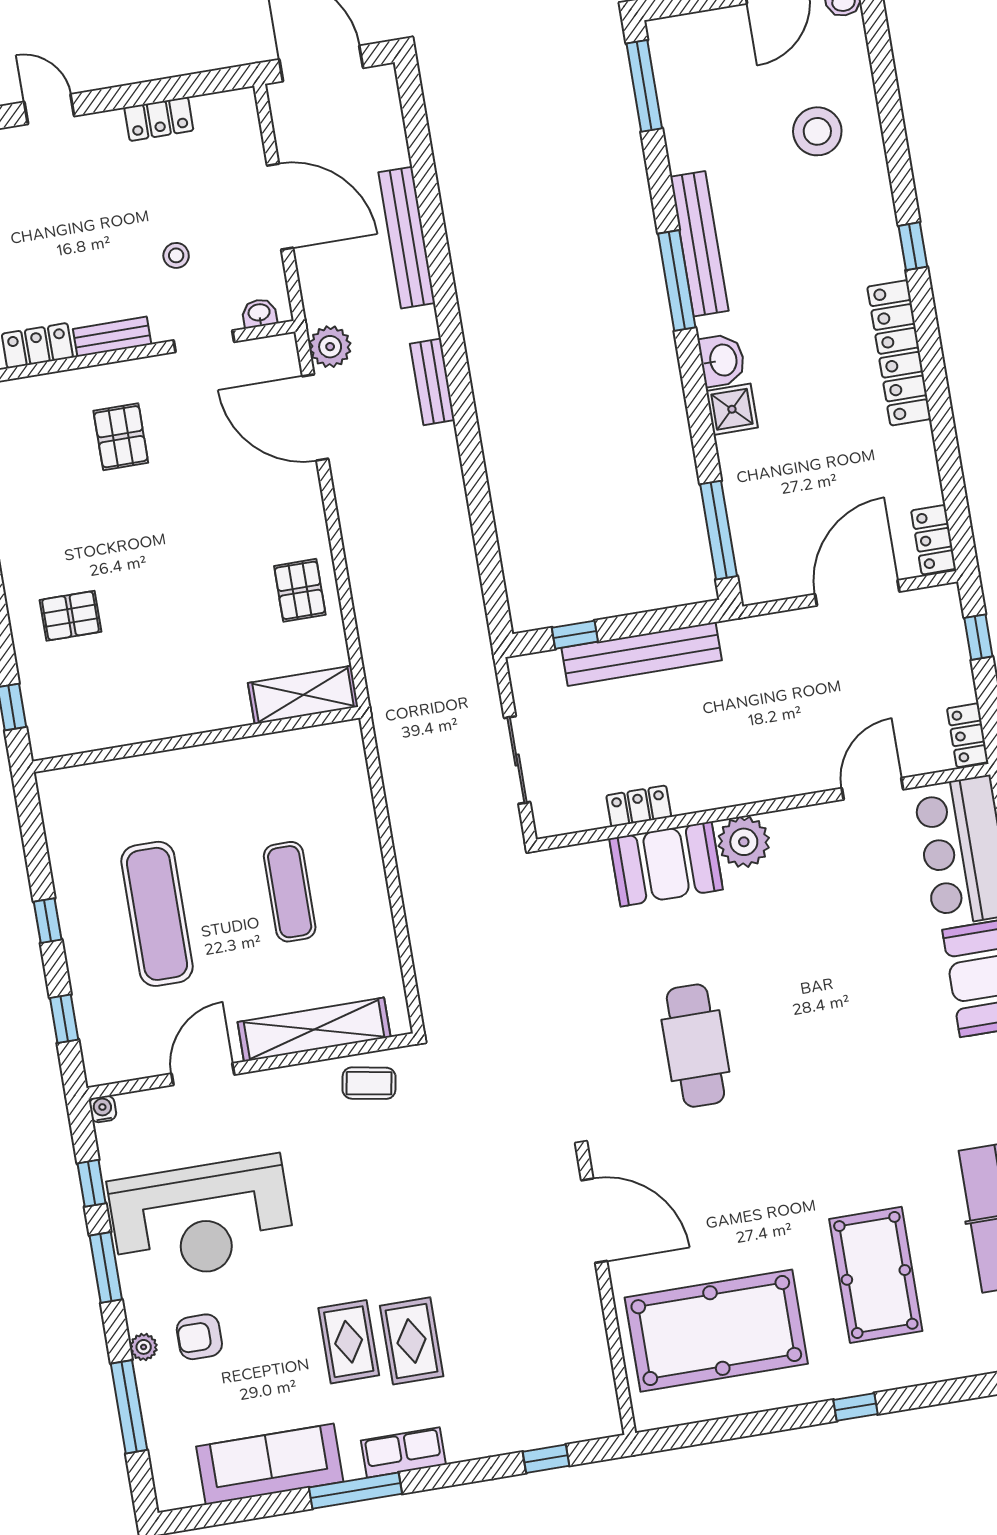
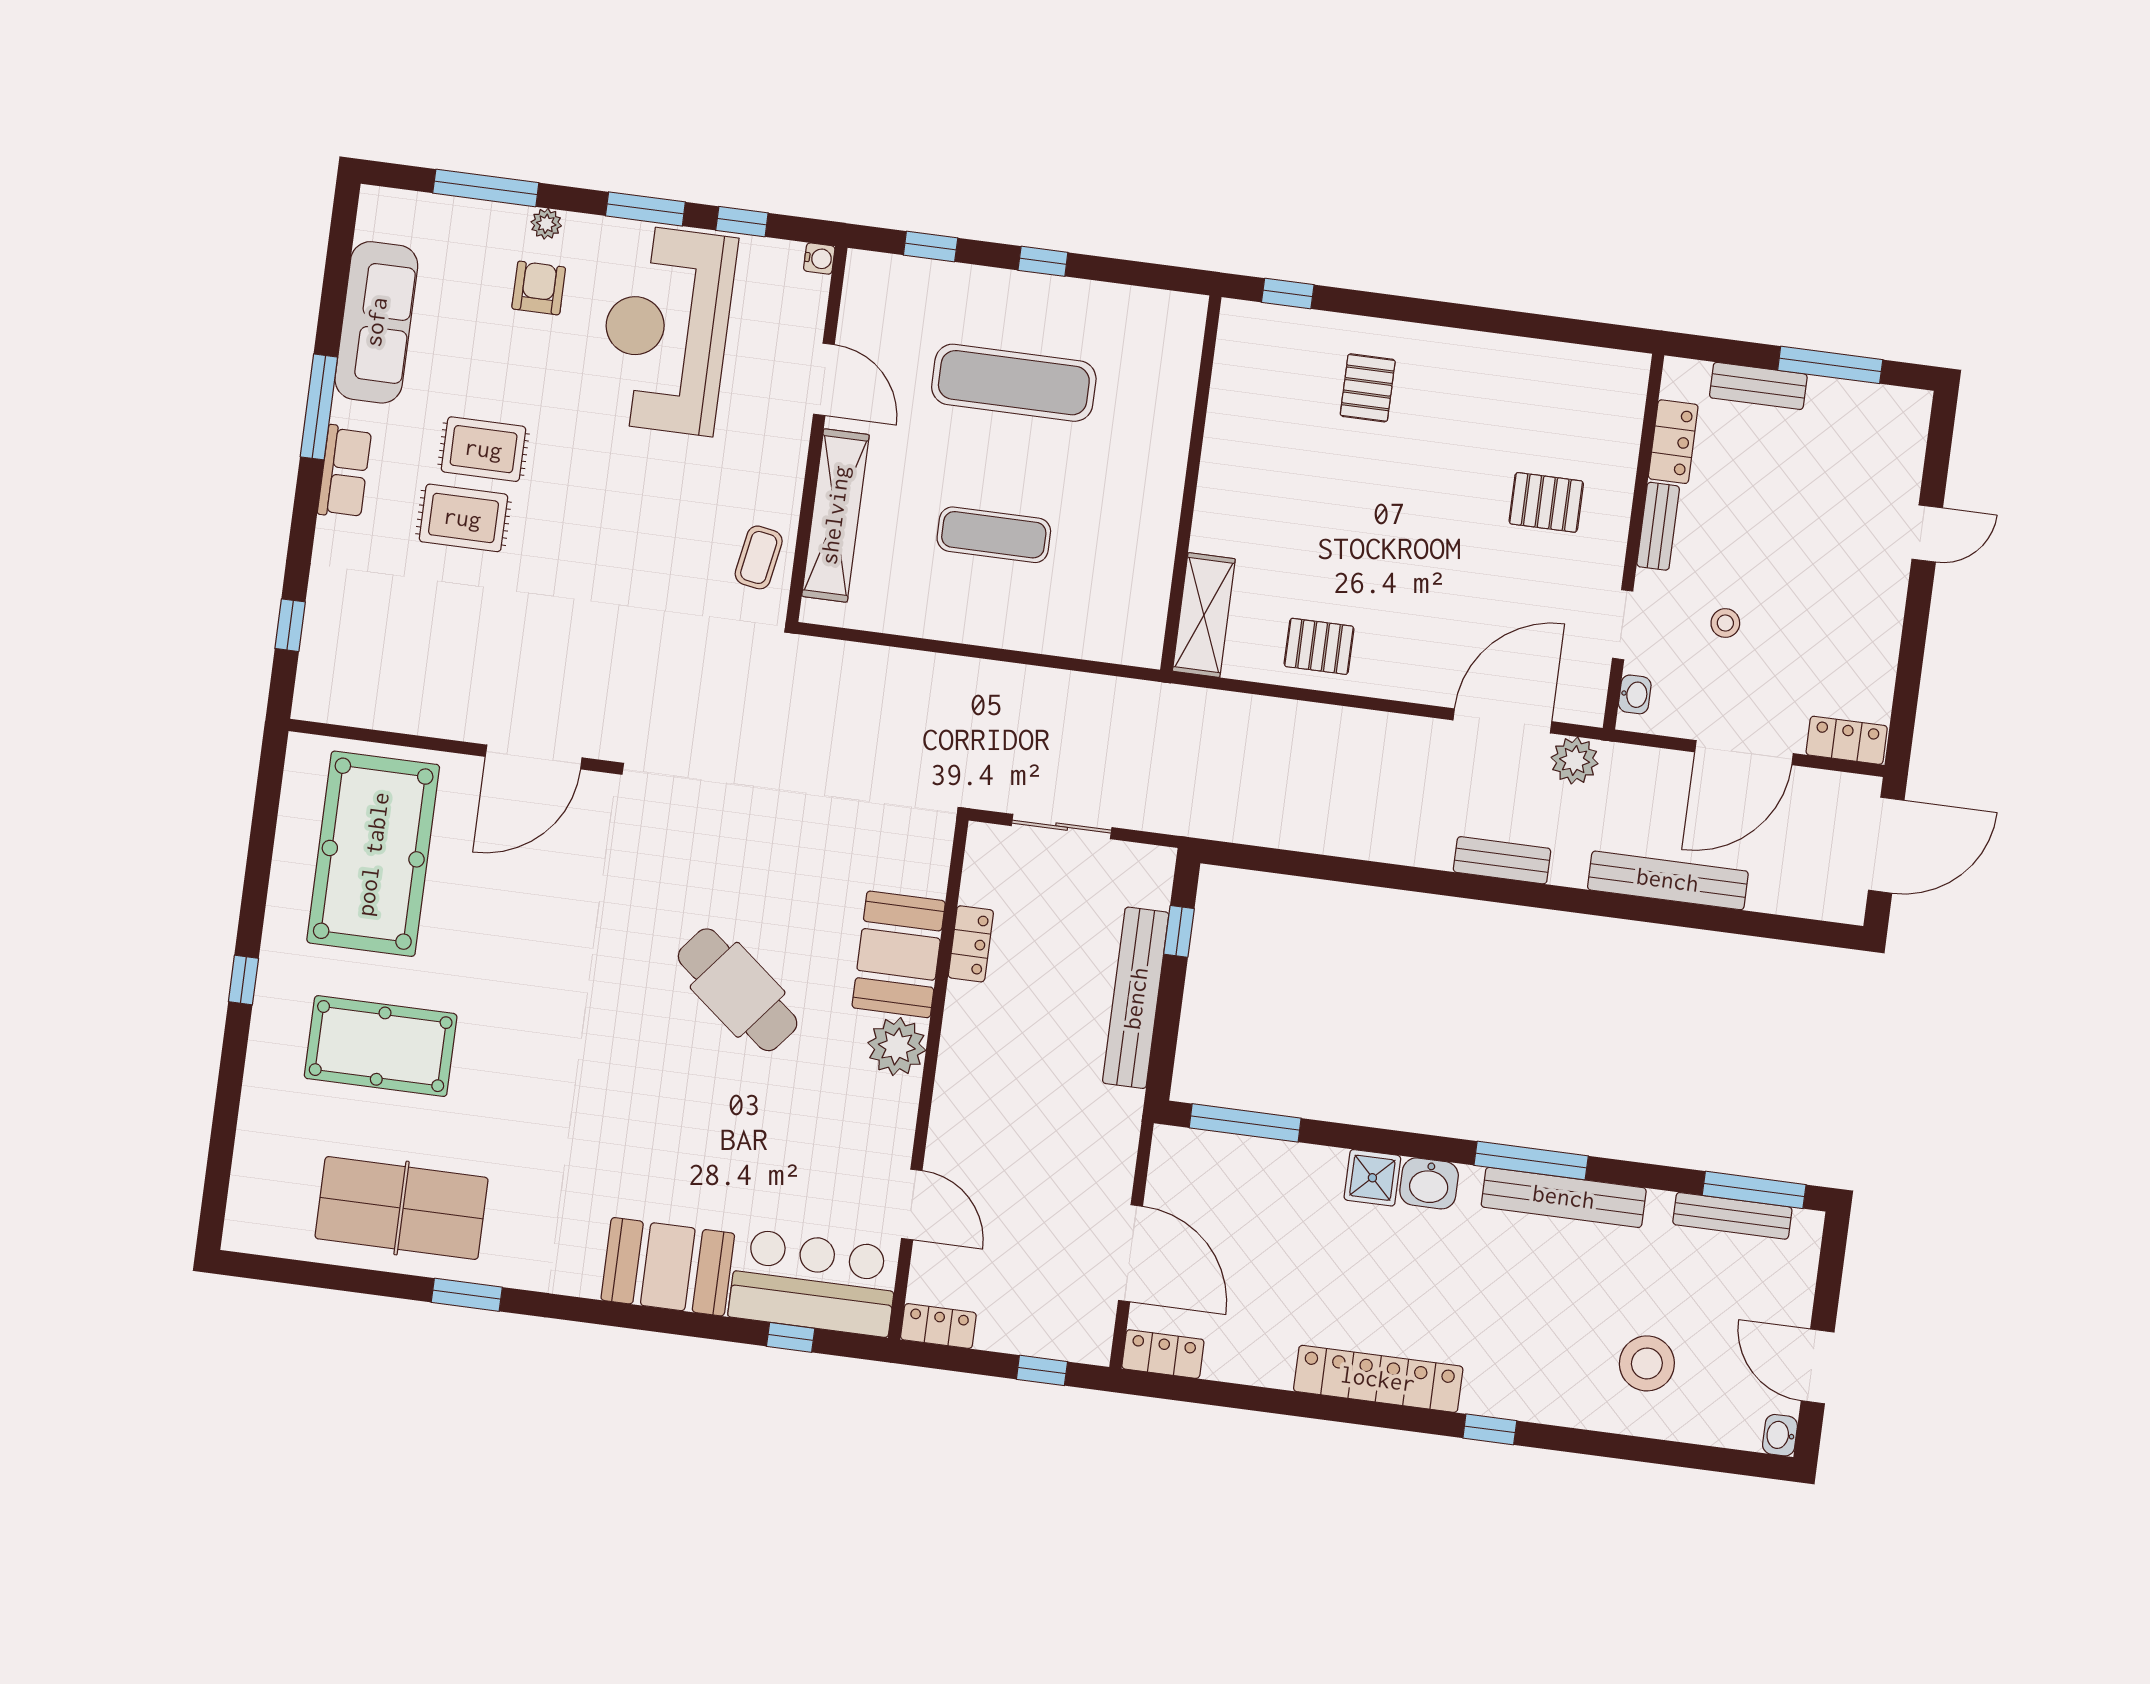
bench: (672, 98) -> (1732, 1216), added
locker: (159, 119) -> (1847, 740), moved, turned 90
cafe table: (695, 1046) -> (738, 990), moved, turned 39

